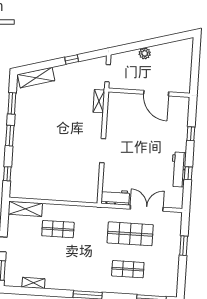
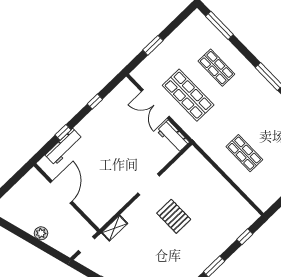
pallet: (67, 145) -> (174, 216), added
workbench: (179, 170) -> (64, 147), moved
shelving: (25, 209) -> (256, 194), removed

